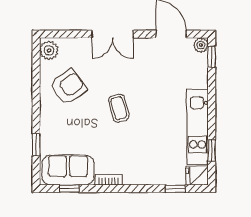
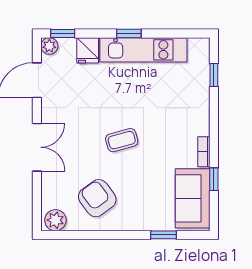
window: (212, 150) -> (129, 34), moved
fridge: (197, 176) -> (88, 50), moved
window: (69, 189) -> (214, 179), moved

